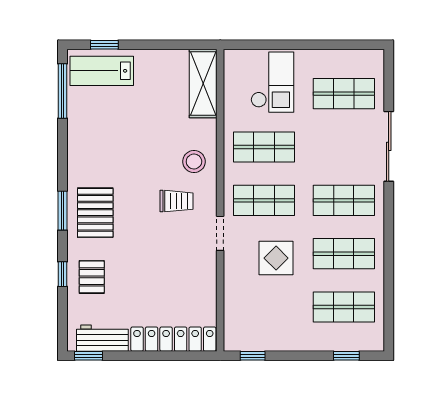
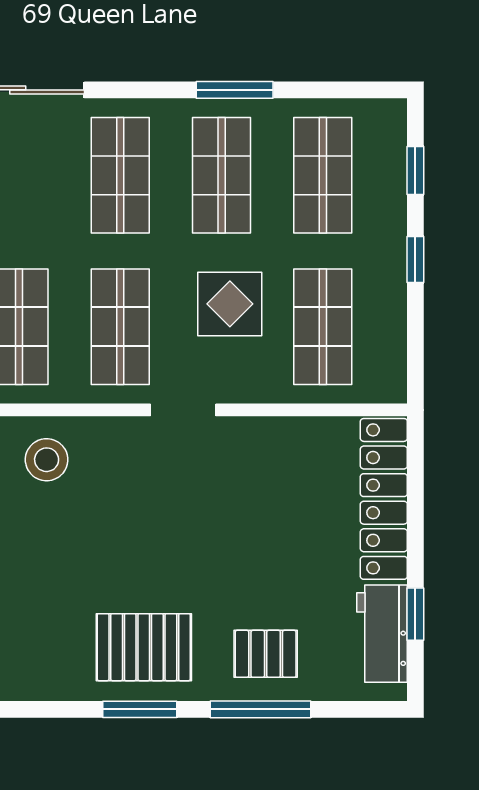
trolley: (177, 201) -> (122, 493), removed
window: (389, 261) -> (235, 90), added
window: (63, 274) -> (261, 709), width x2.17
shop shelf: (264, 307) -> (323, 327), added
window: (88, 356) -> (415, 614), moved
window: (253, 356) -> (415, 259), moved

